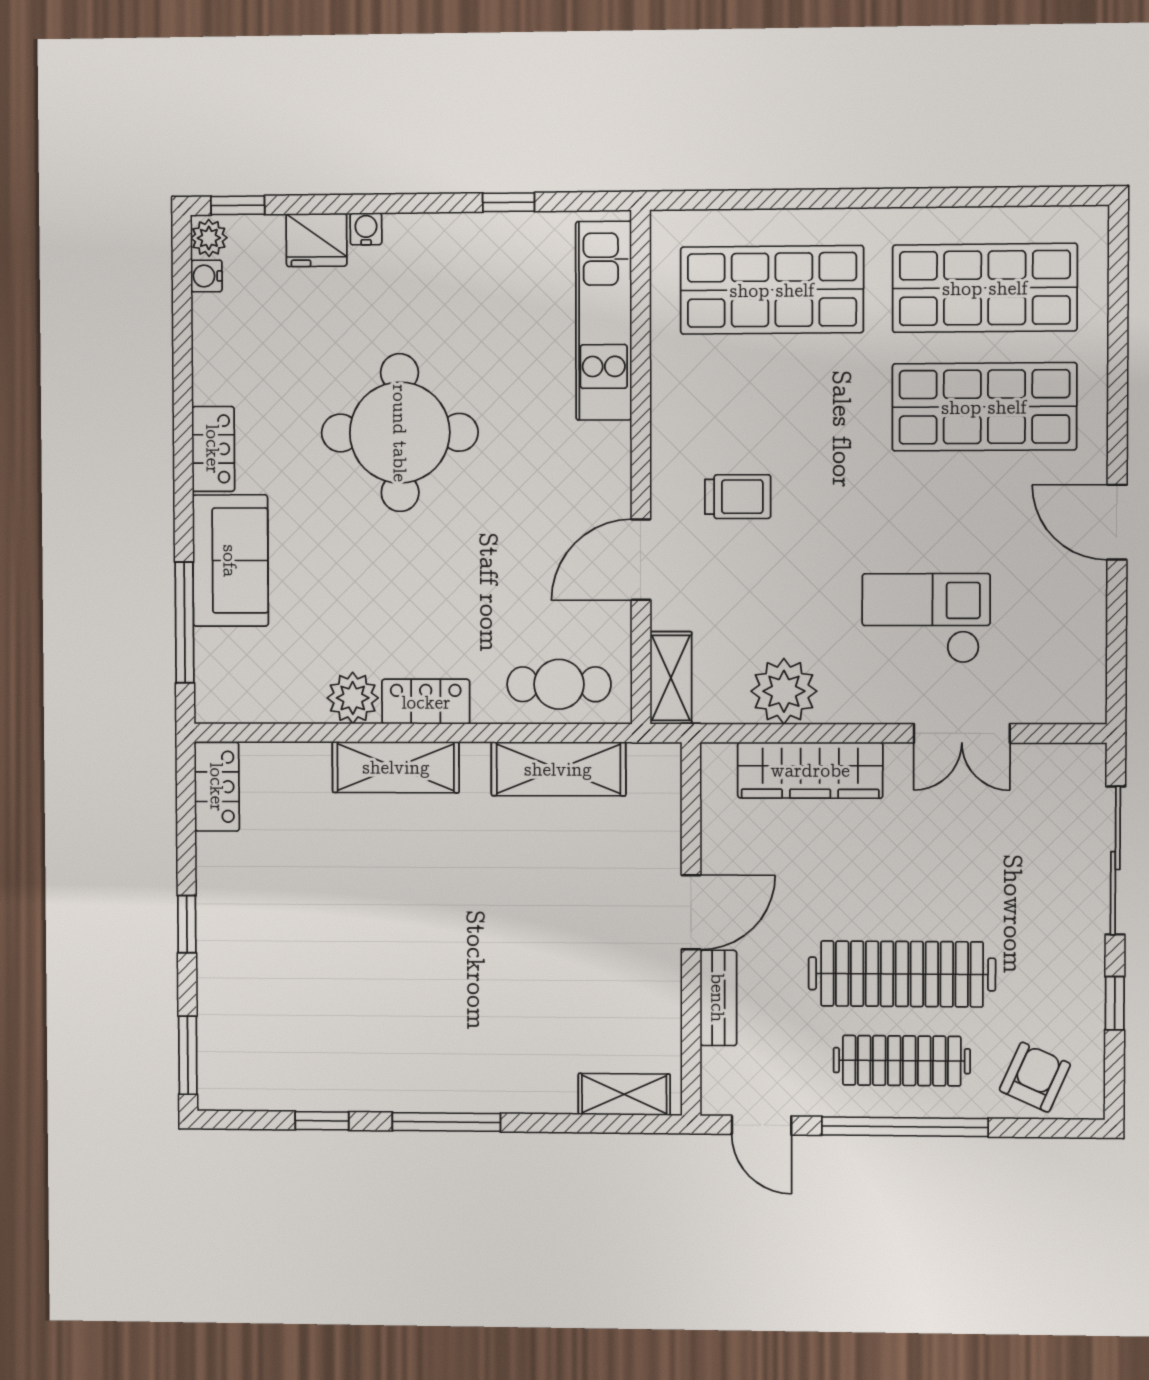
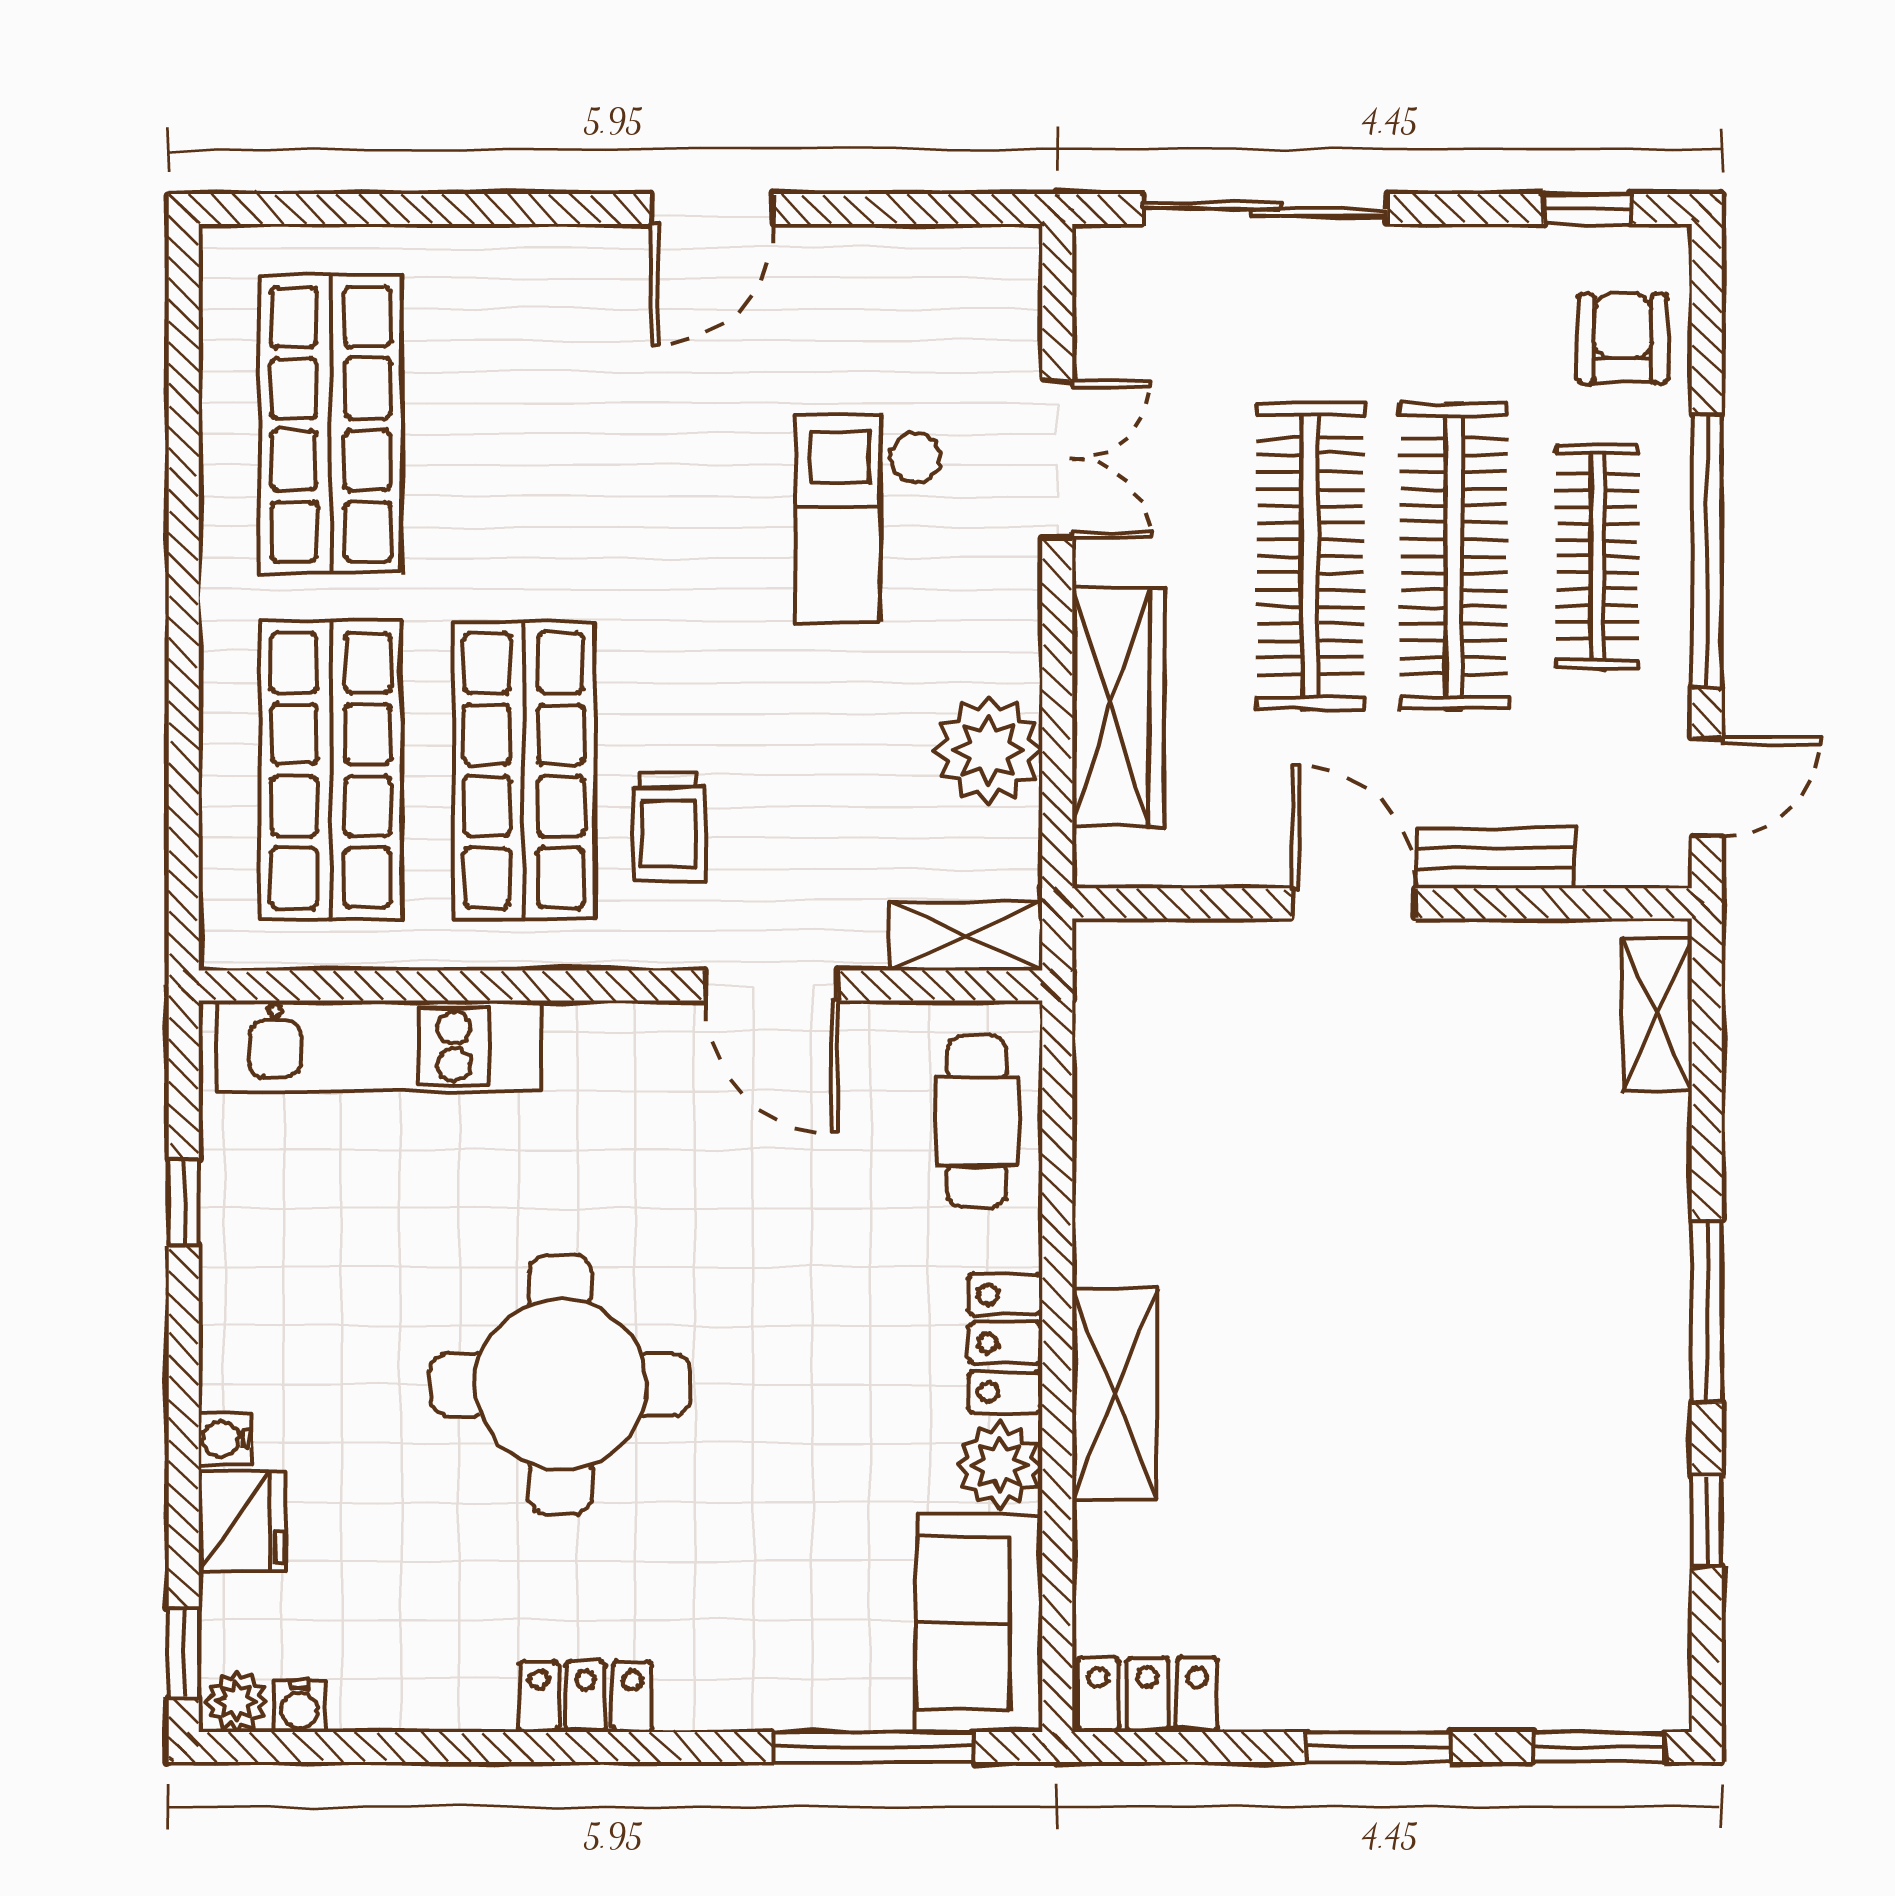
shop shelf: (984, 407) -> (524, 770), moved
trolley: (738, 497) -> (668, 826), turned 180
sofa: (230, 561) -> (979, 1623), moved, turned -90
shelving: (558, 769) -> (1117, 1123), removed
clothes rail: (902, 887) -> (1310, 556), added
window: (187, 924) -> (1378, 1747), width x1.50
window: (1115, 1003) -> (1587, 209), moved
armchair: (1035, 1077) -> (1623, 338), turned 66

